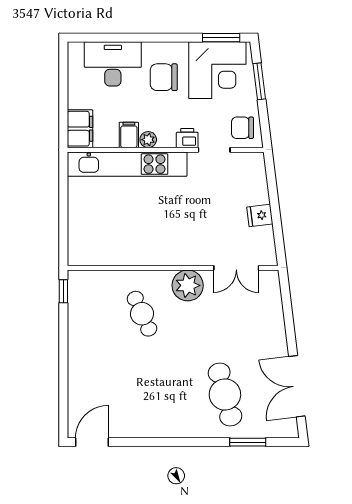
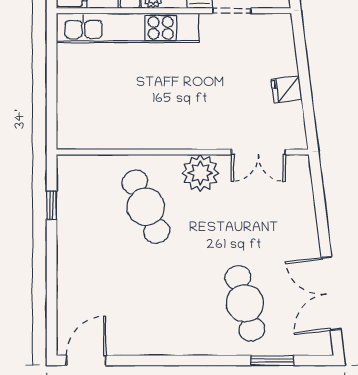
window: (63, 291) -> (52, 205), moved
cafe table: (142, 314) -> (146, 207), width x1.37, depth x1.35

